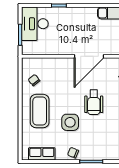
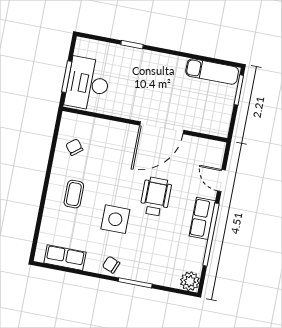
desk: (35, 24) -> (88, 84), moved
wheelchair: (94, 102) -> (156, 197), turned 180
coffee table: (40, 111) -> (74, 194), width x0.54, depth x0.58

